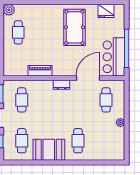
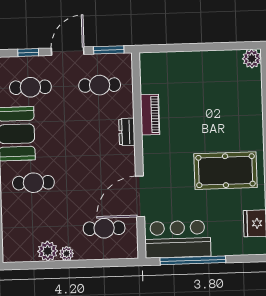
cafe table: (18, 32) -> (214, 76), removed
door: (88, 78) -> (140, 196), swing flipped
dresser: (62, 85) -> (127, 132), moved
plant: (119, 134) -> (48, 251), added

